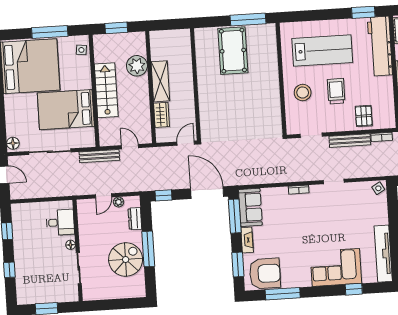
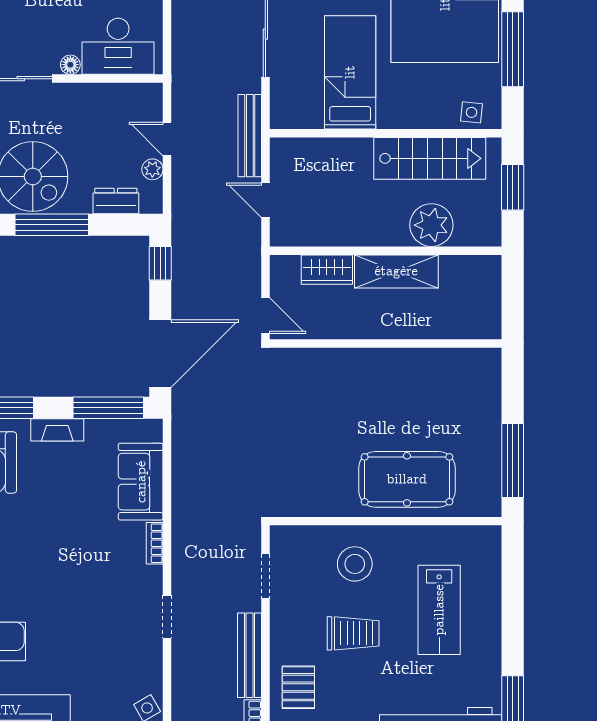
lab bench: (322, 50) -> (439, 610), width x0.73, depth x0.72
pool table: (233, 51) -> (407, 479), moved
stairs: (106, 90) -> (430, 158), moved
bed: (66, 110) -> (350, 72), width x0.67
pallet: (364, 116) -> (298, 687), turned 90
door: (130, 147) -> (265, 200), swing flipped
sofa: (250, 207) -> (141, 482), moved, turned 90
desk: (60, 222) -> (118, 46), width x1.37

